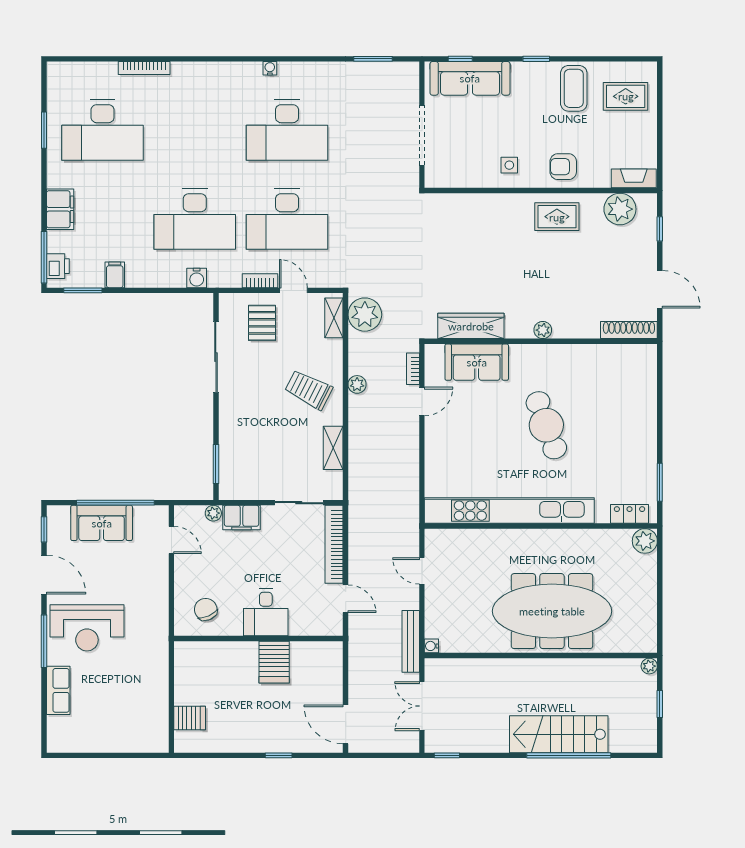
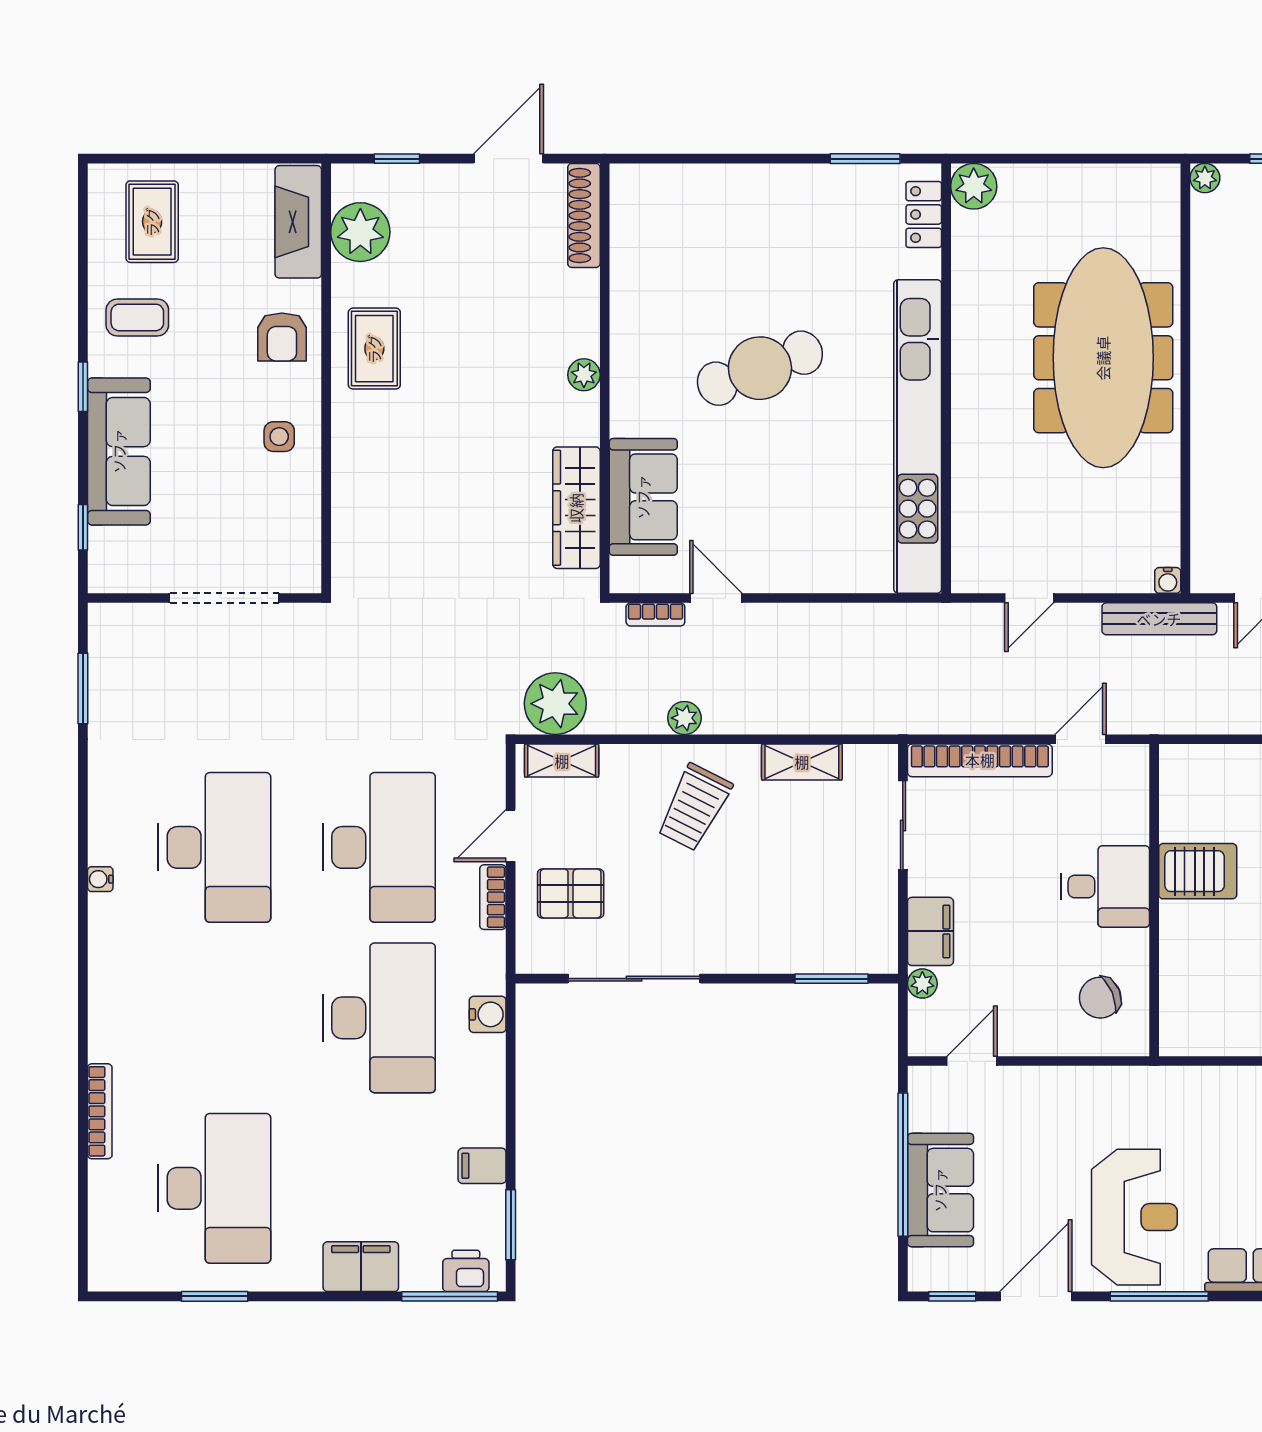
sofa: (470, 78) -> (119, 451), moved
coffee table: (574, 88) -> (137, 317), width x0.73, depth x0.77
fireplace: (634, 178) -> (298, 222), width x1.37, depth x1.32

